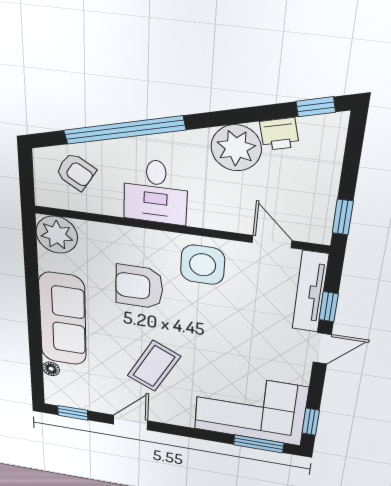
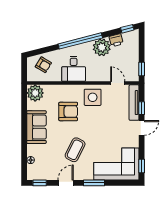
window: (124, 130) -> (80, 41), moved
armchair: (139, 287) -> (68, 111), turned 180
sofa: (63, 319) -> (36, 127), width x0.73
window: (259, 444) -> (94, 183), moved

